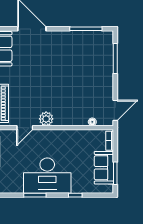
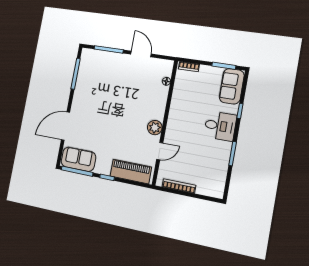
door: (115, 110) -> (141, 54), moved
door: (25, 128) -> (160, 151), hinge flipped
sofa: (104, 168) -> (232, 86), moved, turned 90
desk: (47, 176) -> (220, 126), width x0.53, depth x0.77

